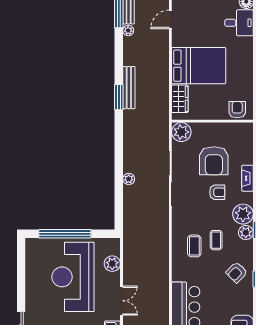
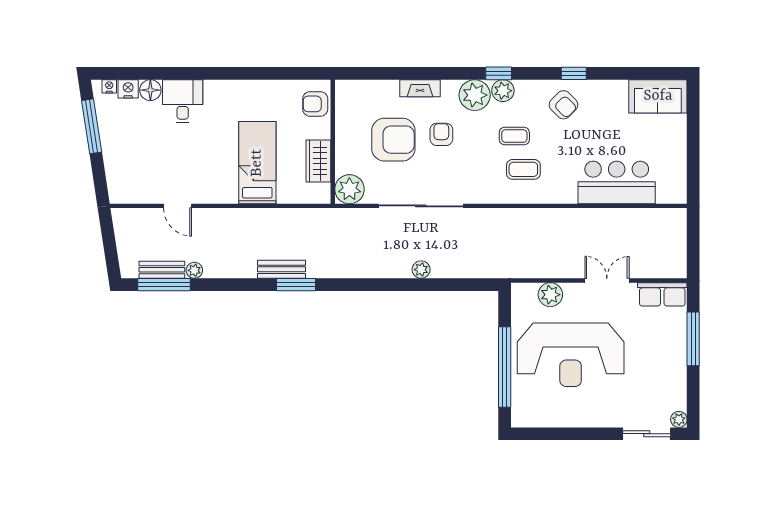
bed: (199, 66) -> (257, 163), width x0.67
bench: (129, 88) -> (282, 269), width x0.73
wardrobe: (180, 99) -> (318, 161), moved, turned -90

